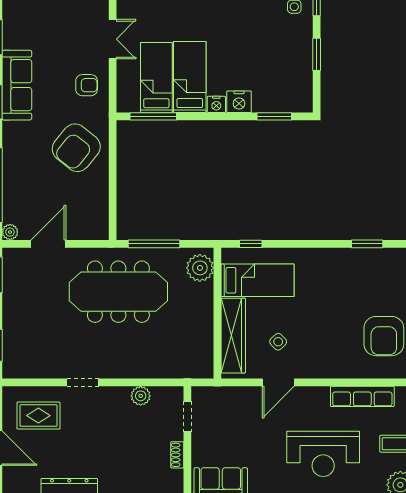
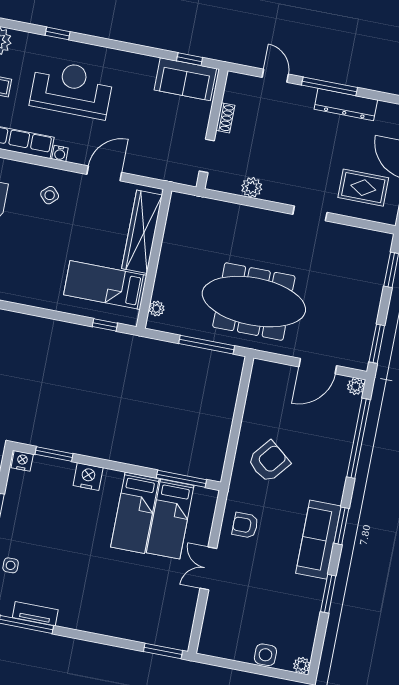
nightstand: (216, 104) -> (22, 461), moved
armchair: (76, 148) -> (269, 462), width x0.73, depth x0.73
plant: (200, 268) -> (156, 309), width x0.53, depth x0.53
side table: (278, 342) -> (50, 195), moved
water cooler: (322, 393) -> (60, 153), added

